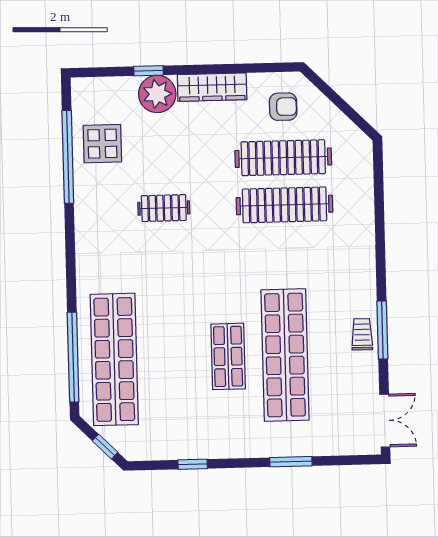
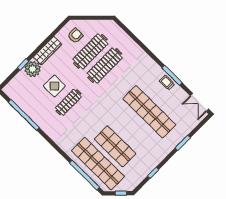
display table: (102, 144) -> (54, 86), moved
clothes rail: (164, 208) -> (68, 102), width x1.36
shop shelf: (228, 356) -> (115, 146), moved, width x1.43, depth x1.36
double door: (385, 421) -> (199, 102), swing flipped

